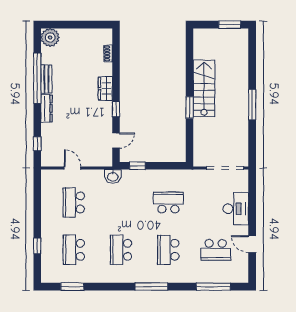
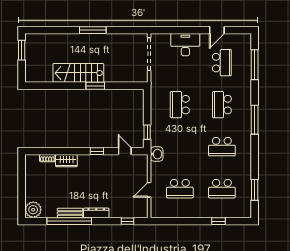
wardrobe: (105, 89) -> (66, 161), moved
school desk: (168, 250) -> (222, 105), turned 90

